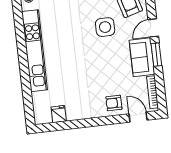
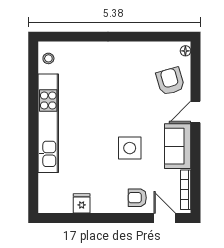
side table: (105, 27) -> (130, 148), moved
window: (156, 55) -> (195, 145), removed
fridge: (59, 114) -> (82, 203), moved

